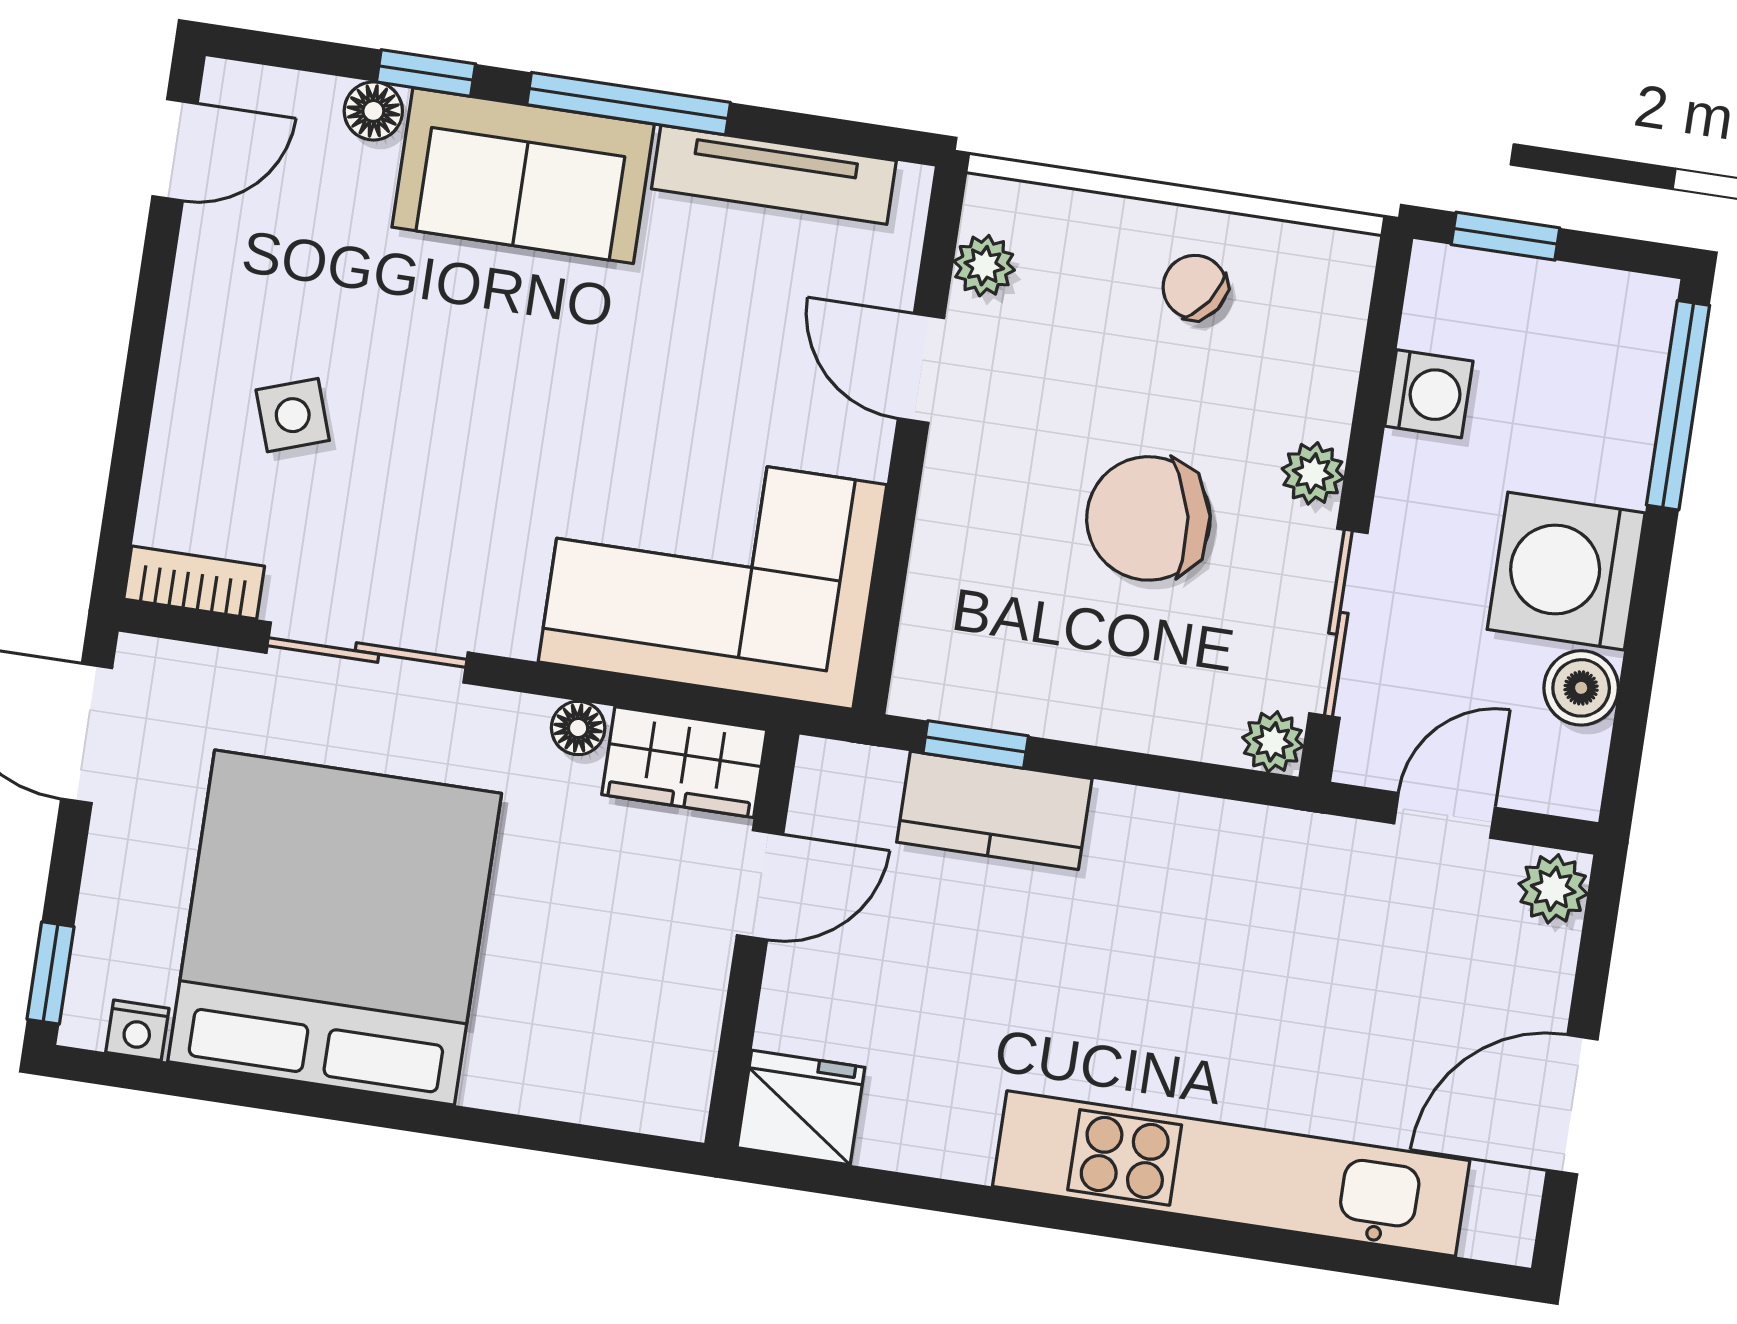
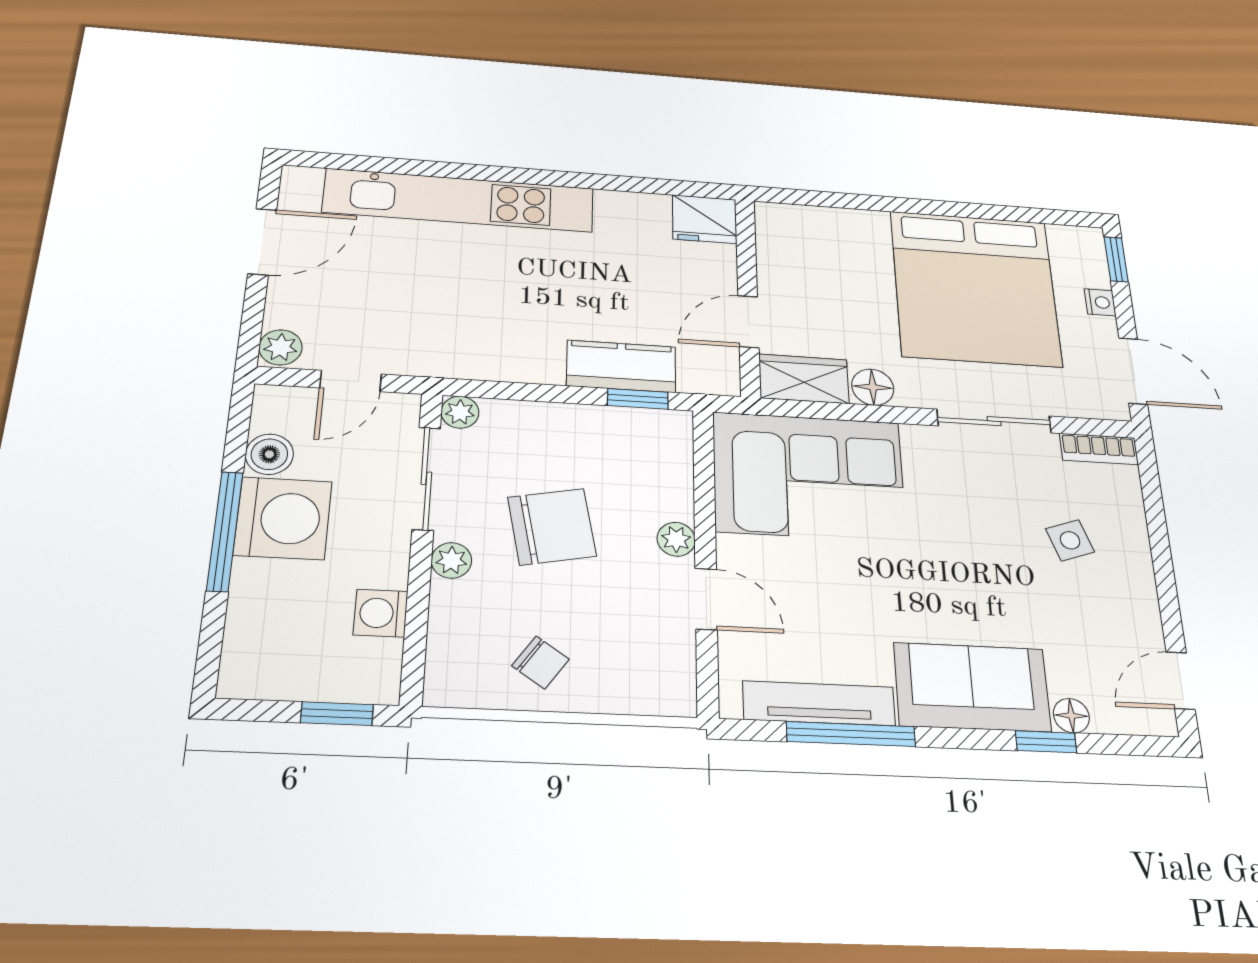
window: (629, 104) -> (851, 734), moved
plant: (984, 266) -> (676, 539), moved
window: (1678, 405) -> (225, 531), moved
floor lamp: (578, 728) -> (873, 387), width x1.37, depth x1.37
nightstand: (137, 1030) -> (1100, 302), moved, turned 90

